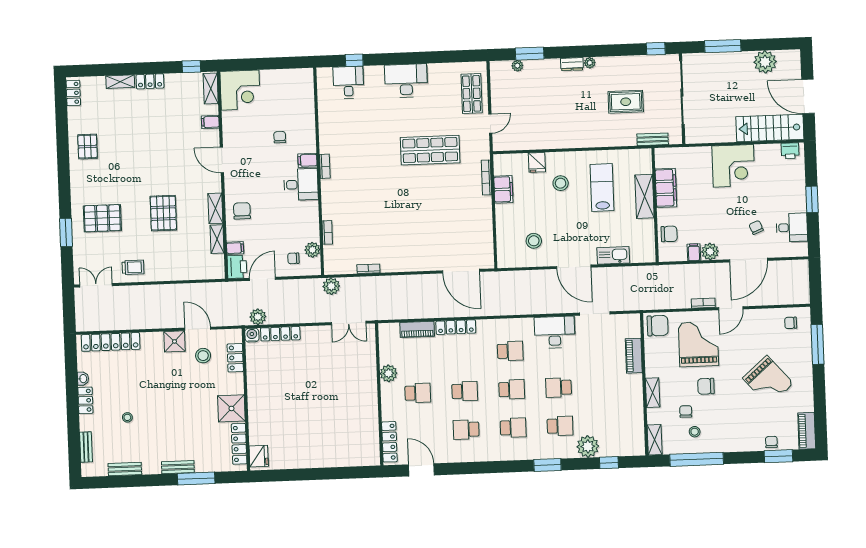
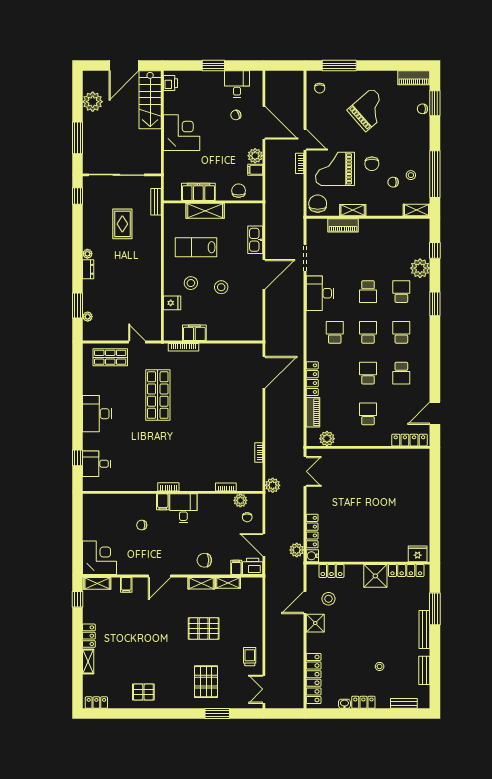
stool: (534, 241) -> (221, 287), moved
plant: (389, 373) -> (327, 439), moved
shelving: (653, 393) -> (353, 210), moved
bench: (178, 467) -> (424, 629), width x1.36

